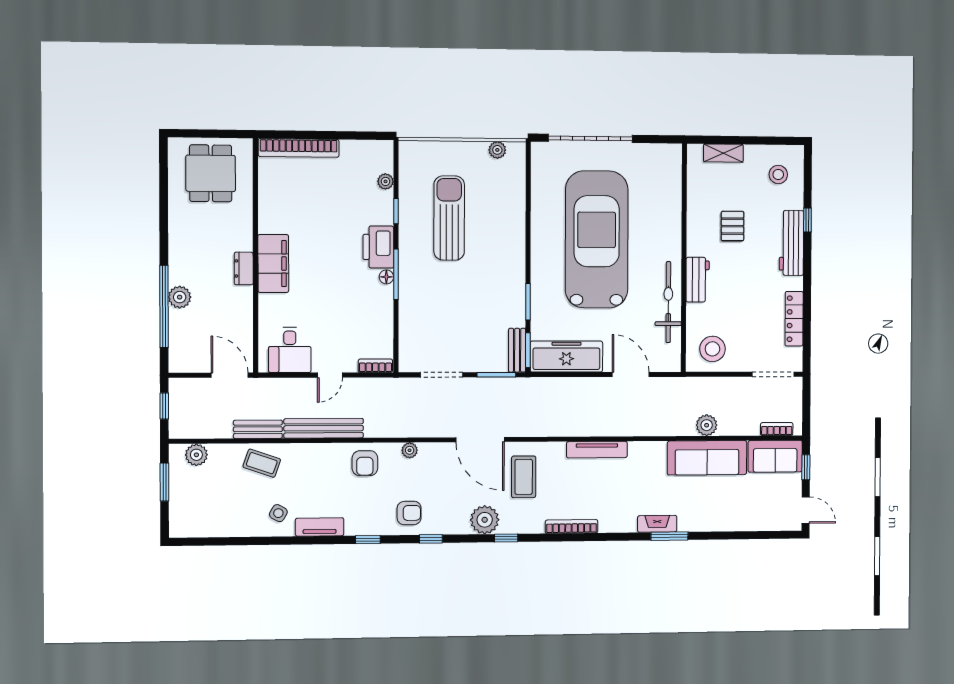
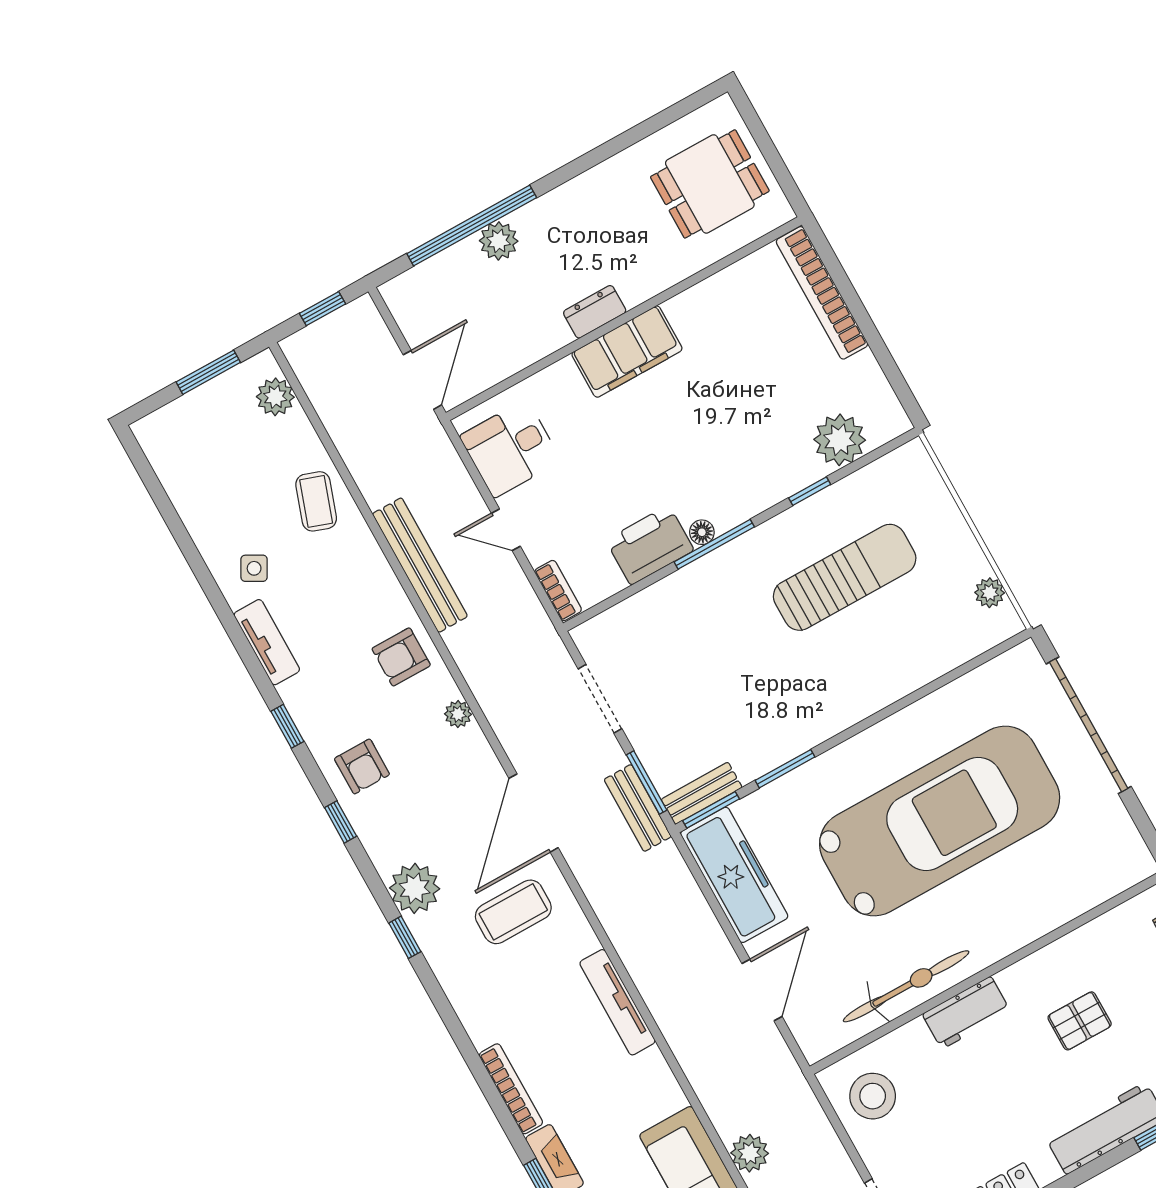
plant: (385, 181) -> (840, 440), width x1.88, depth x1.88
printer: (378, 247) -> (650, 545), moved
bench: (258, 429) -> (638, 808), moved
bookcase: (572, 526) -> (511, 1089), moved

